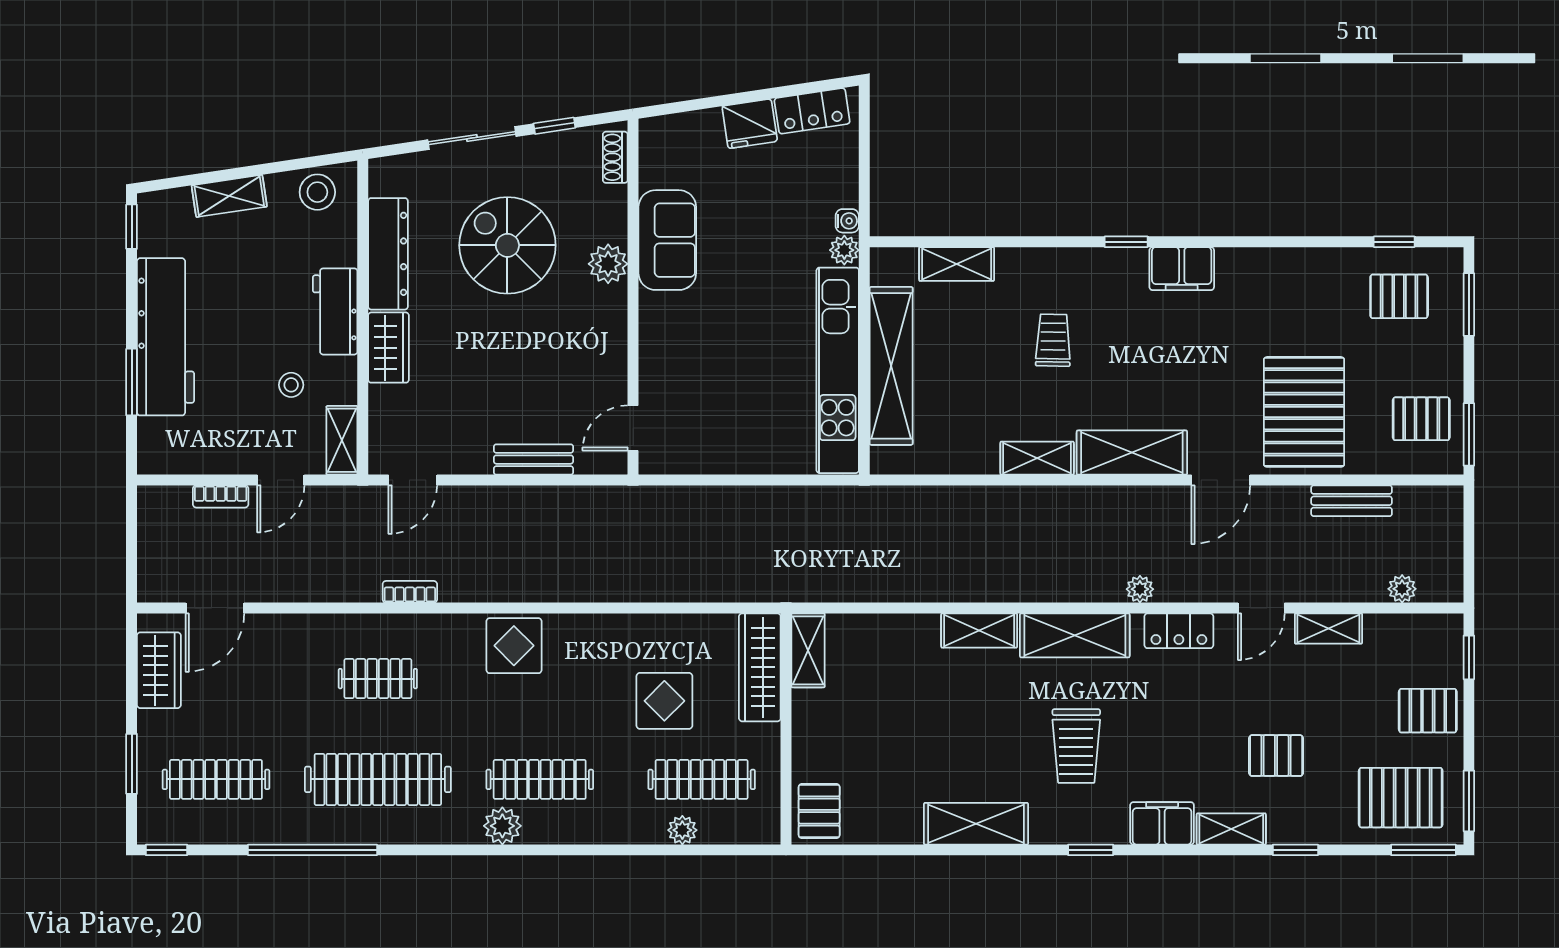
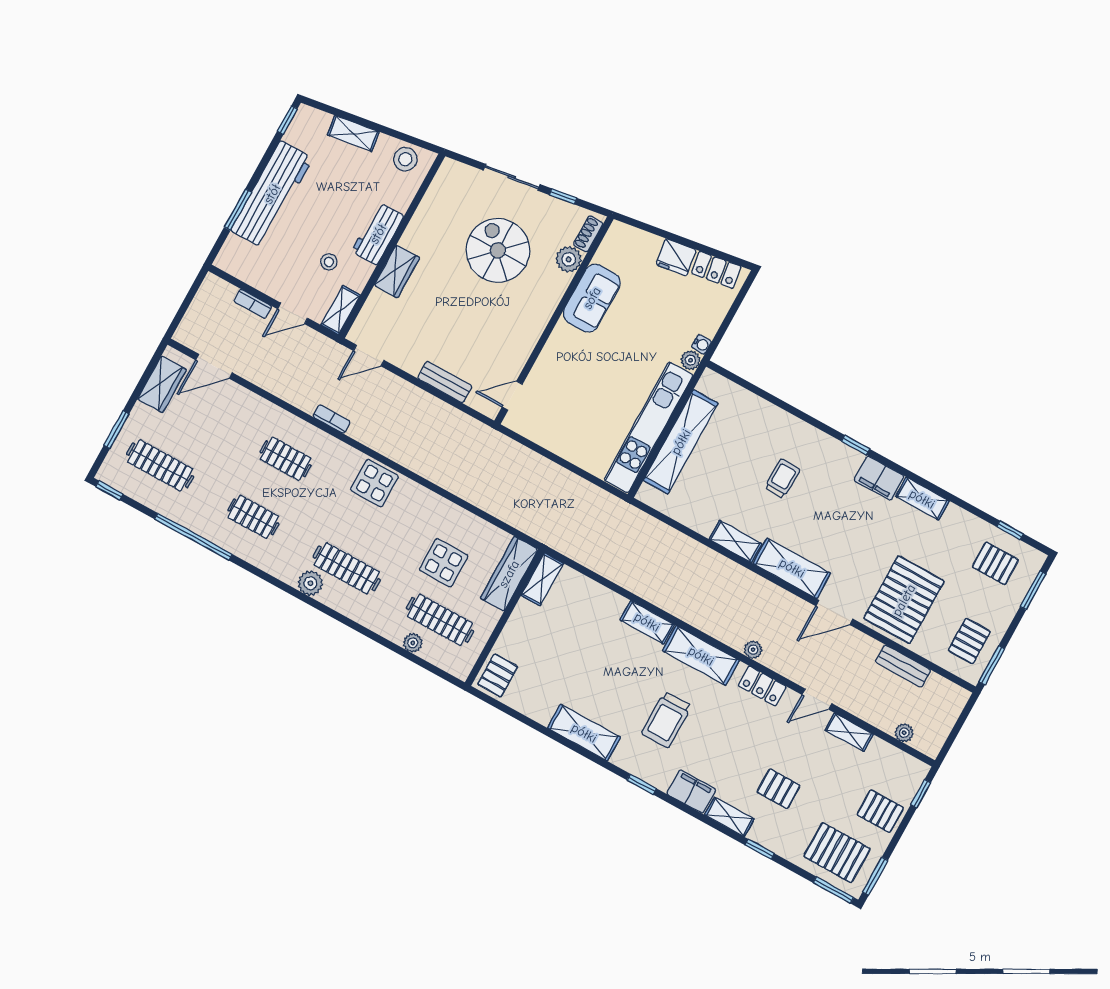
dresser: (388, 254) -> (426, 217), removed
plant: (608, 264) -> (569, 259), moved
shelving: (957, 264) -> (922, 499), moved
pallet: (1421, 419) -> (969, 641), turned 90
clothes rail: (378, 779) -> (253, 517), width x0.54, depth x0.76

